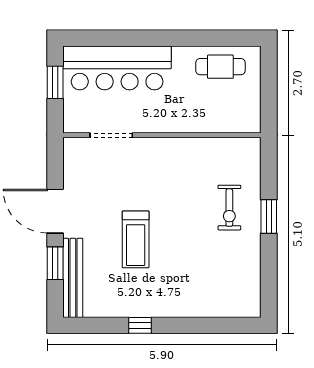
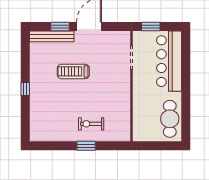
cafe table: (220, 67) -> (170, 119), width x1.37, depth x1.35
window: (55, 82) -> (151, 27), moved
window: (140, 325) -> (25, 89), moved

